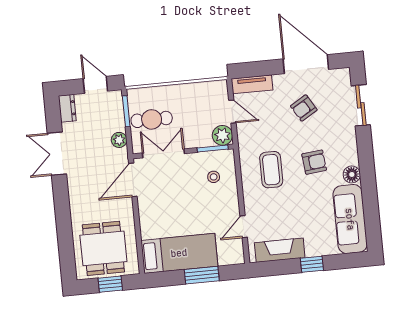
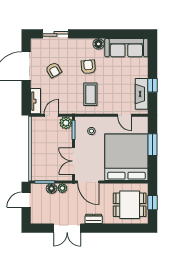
dresser: (67, 108) -> (94, 219), moved
cafe table: (152, 119) -> (51, 166), removed
floor lamp: (117, 123) -> (51, 188), added
coffee table: (271, 170) -> (90, 94), turned 90
bed: (179, 253) -> (126, 157), width x2.04
window: (312, 264) -> (153, 85), moved

